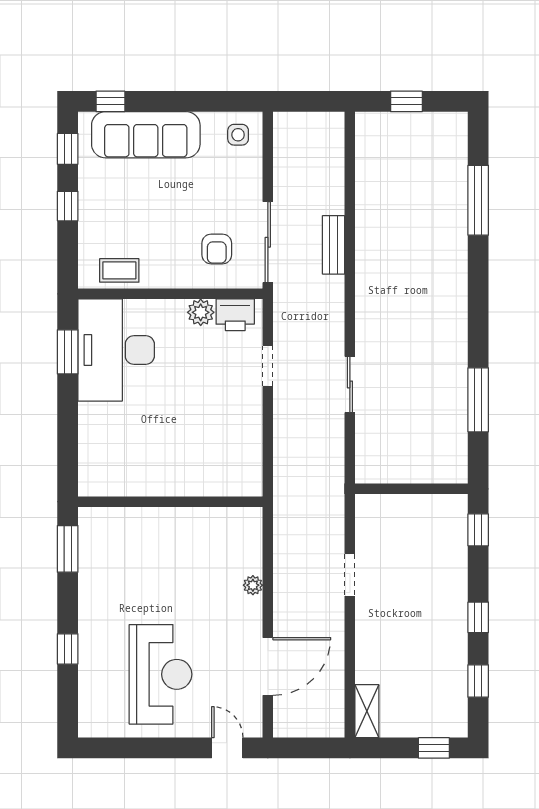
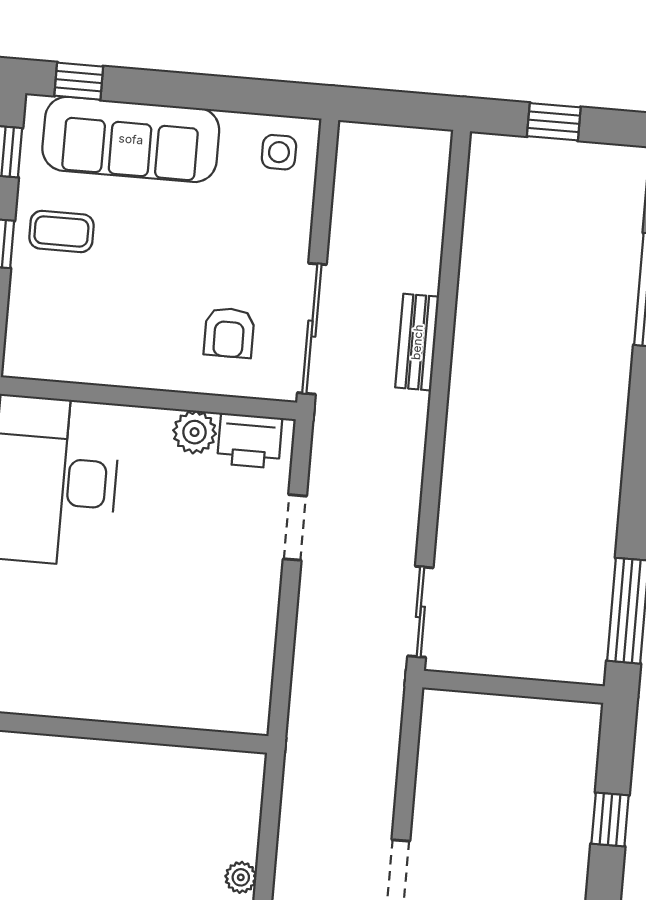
coffee table: (119, 270) -> (61, 231), moved
sliding door: (350, 384) -> (420, 612), moved
wall: (411, 489) -> (514, 687), moved

